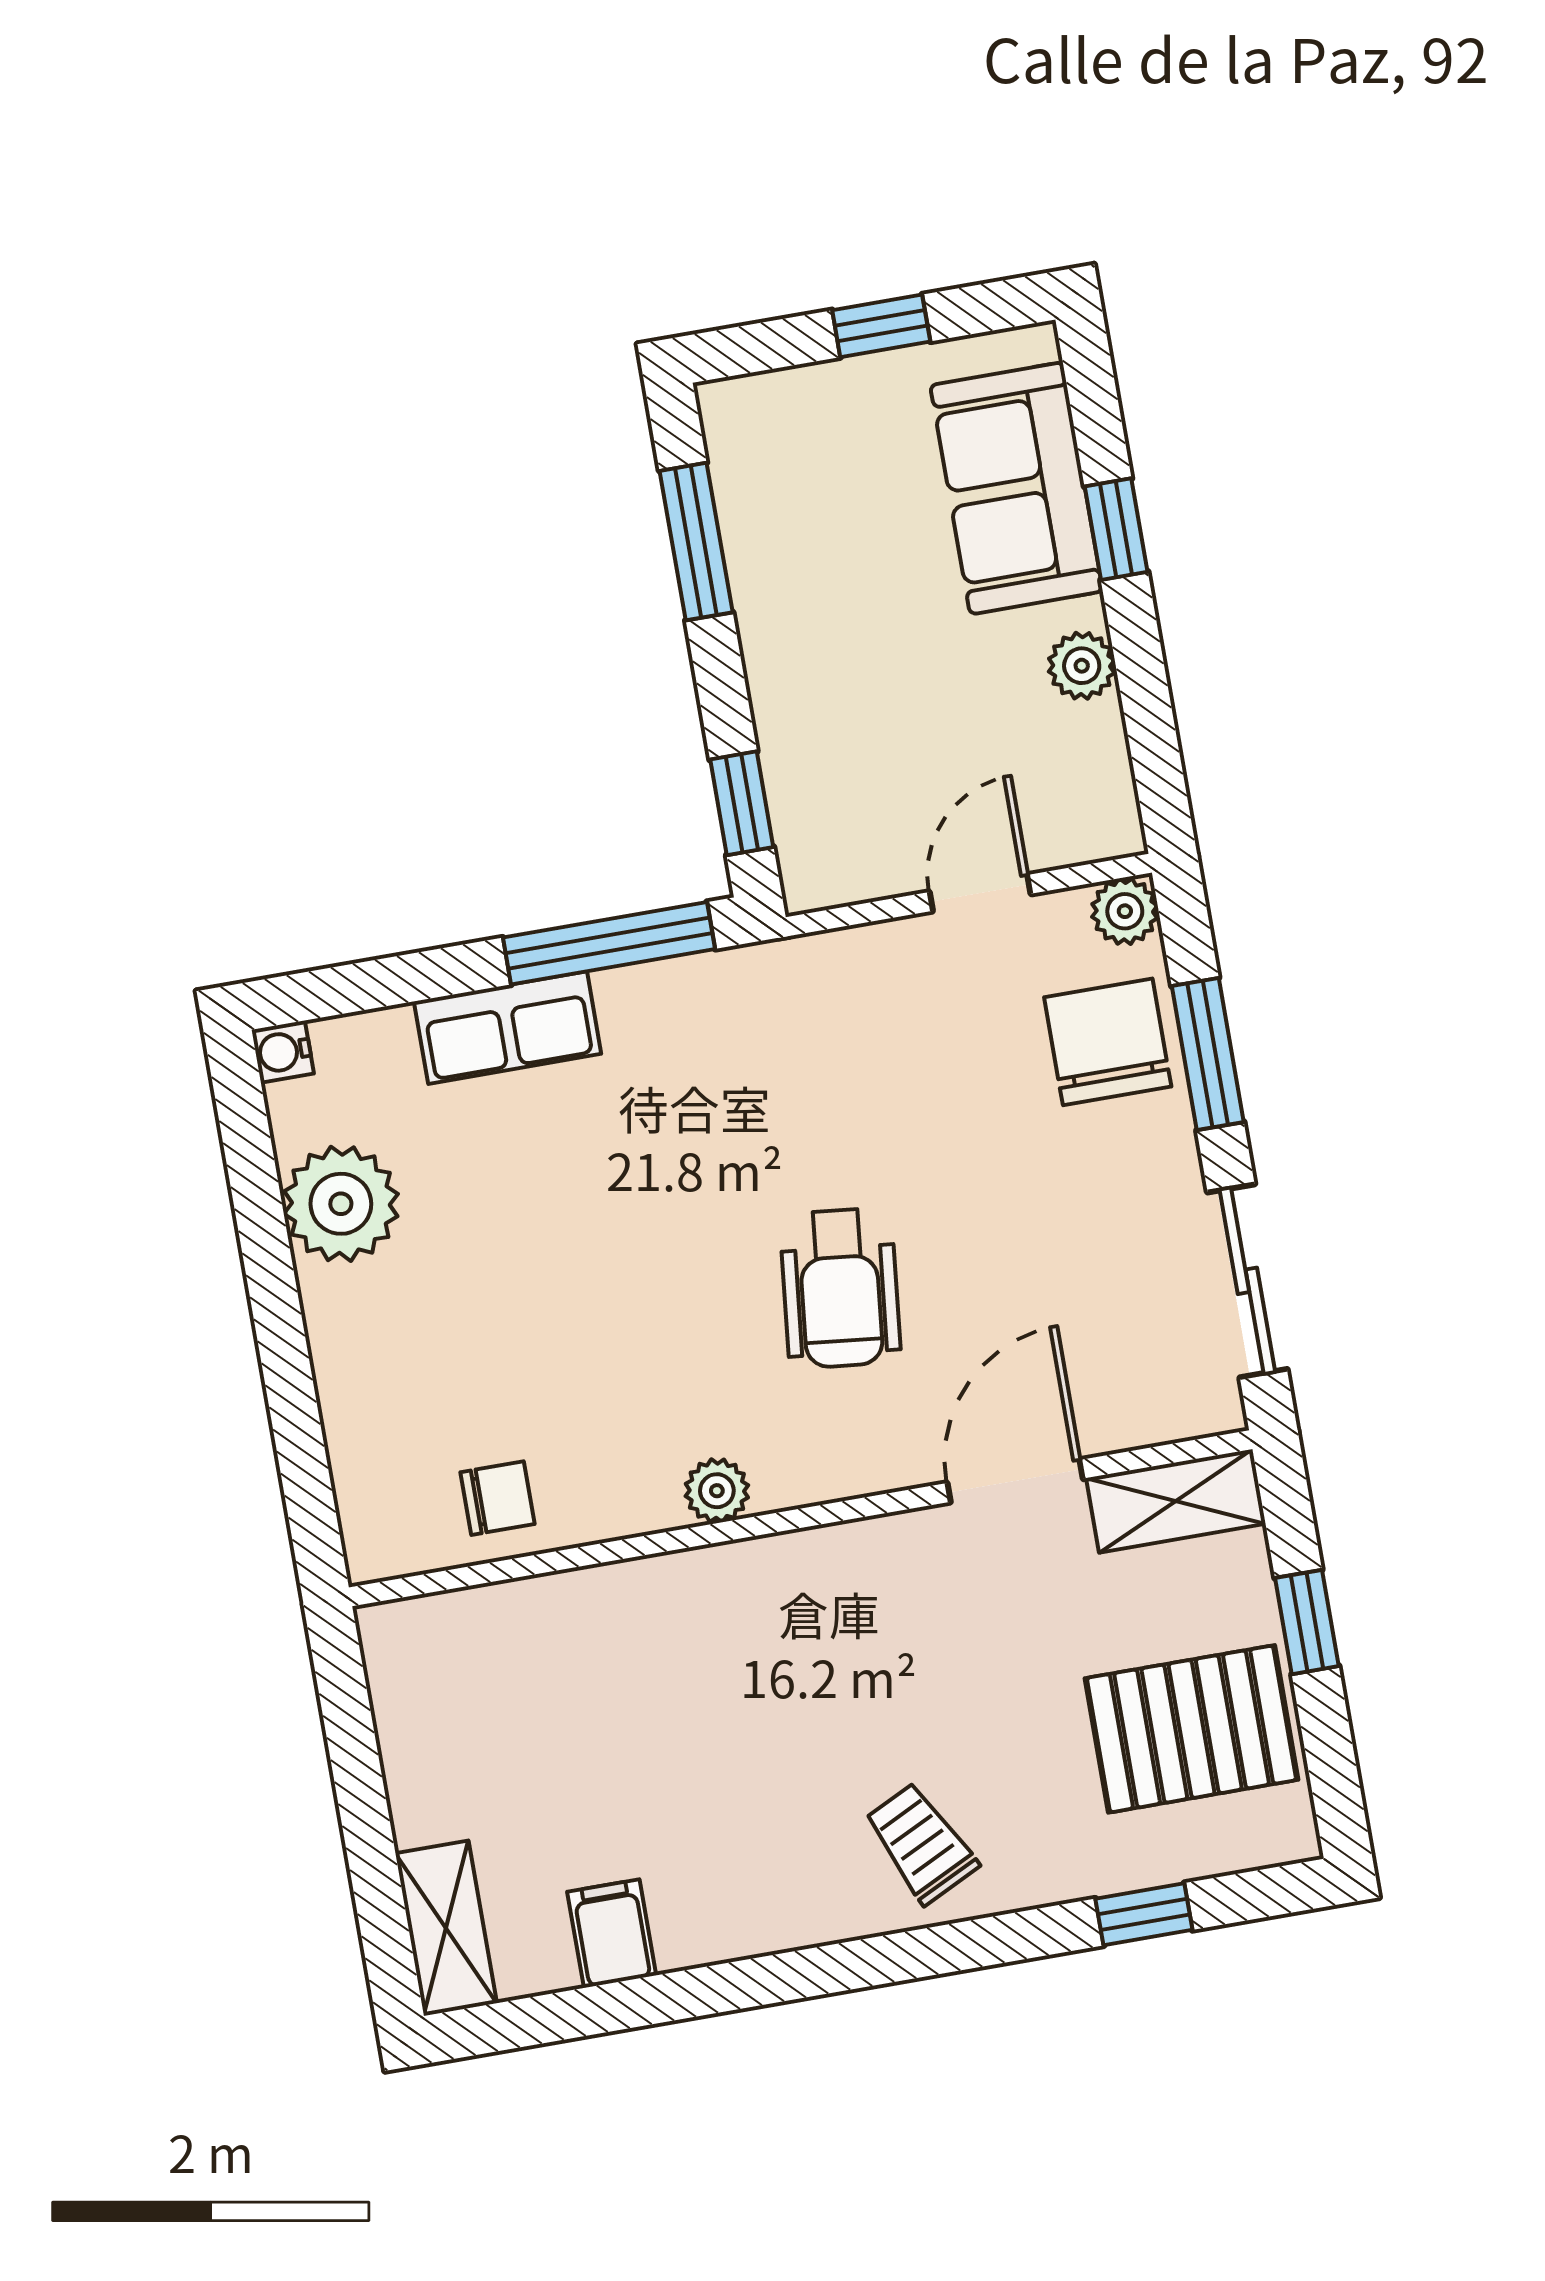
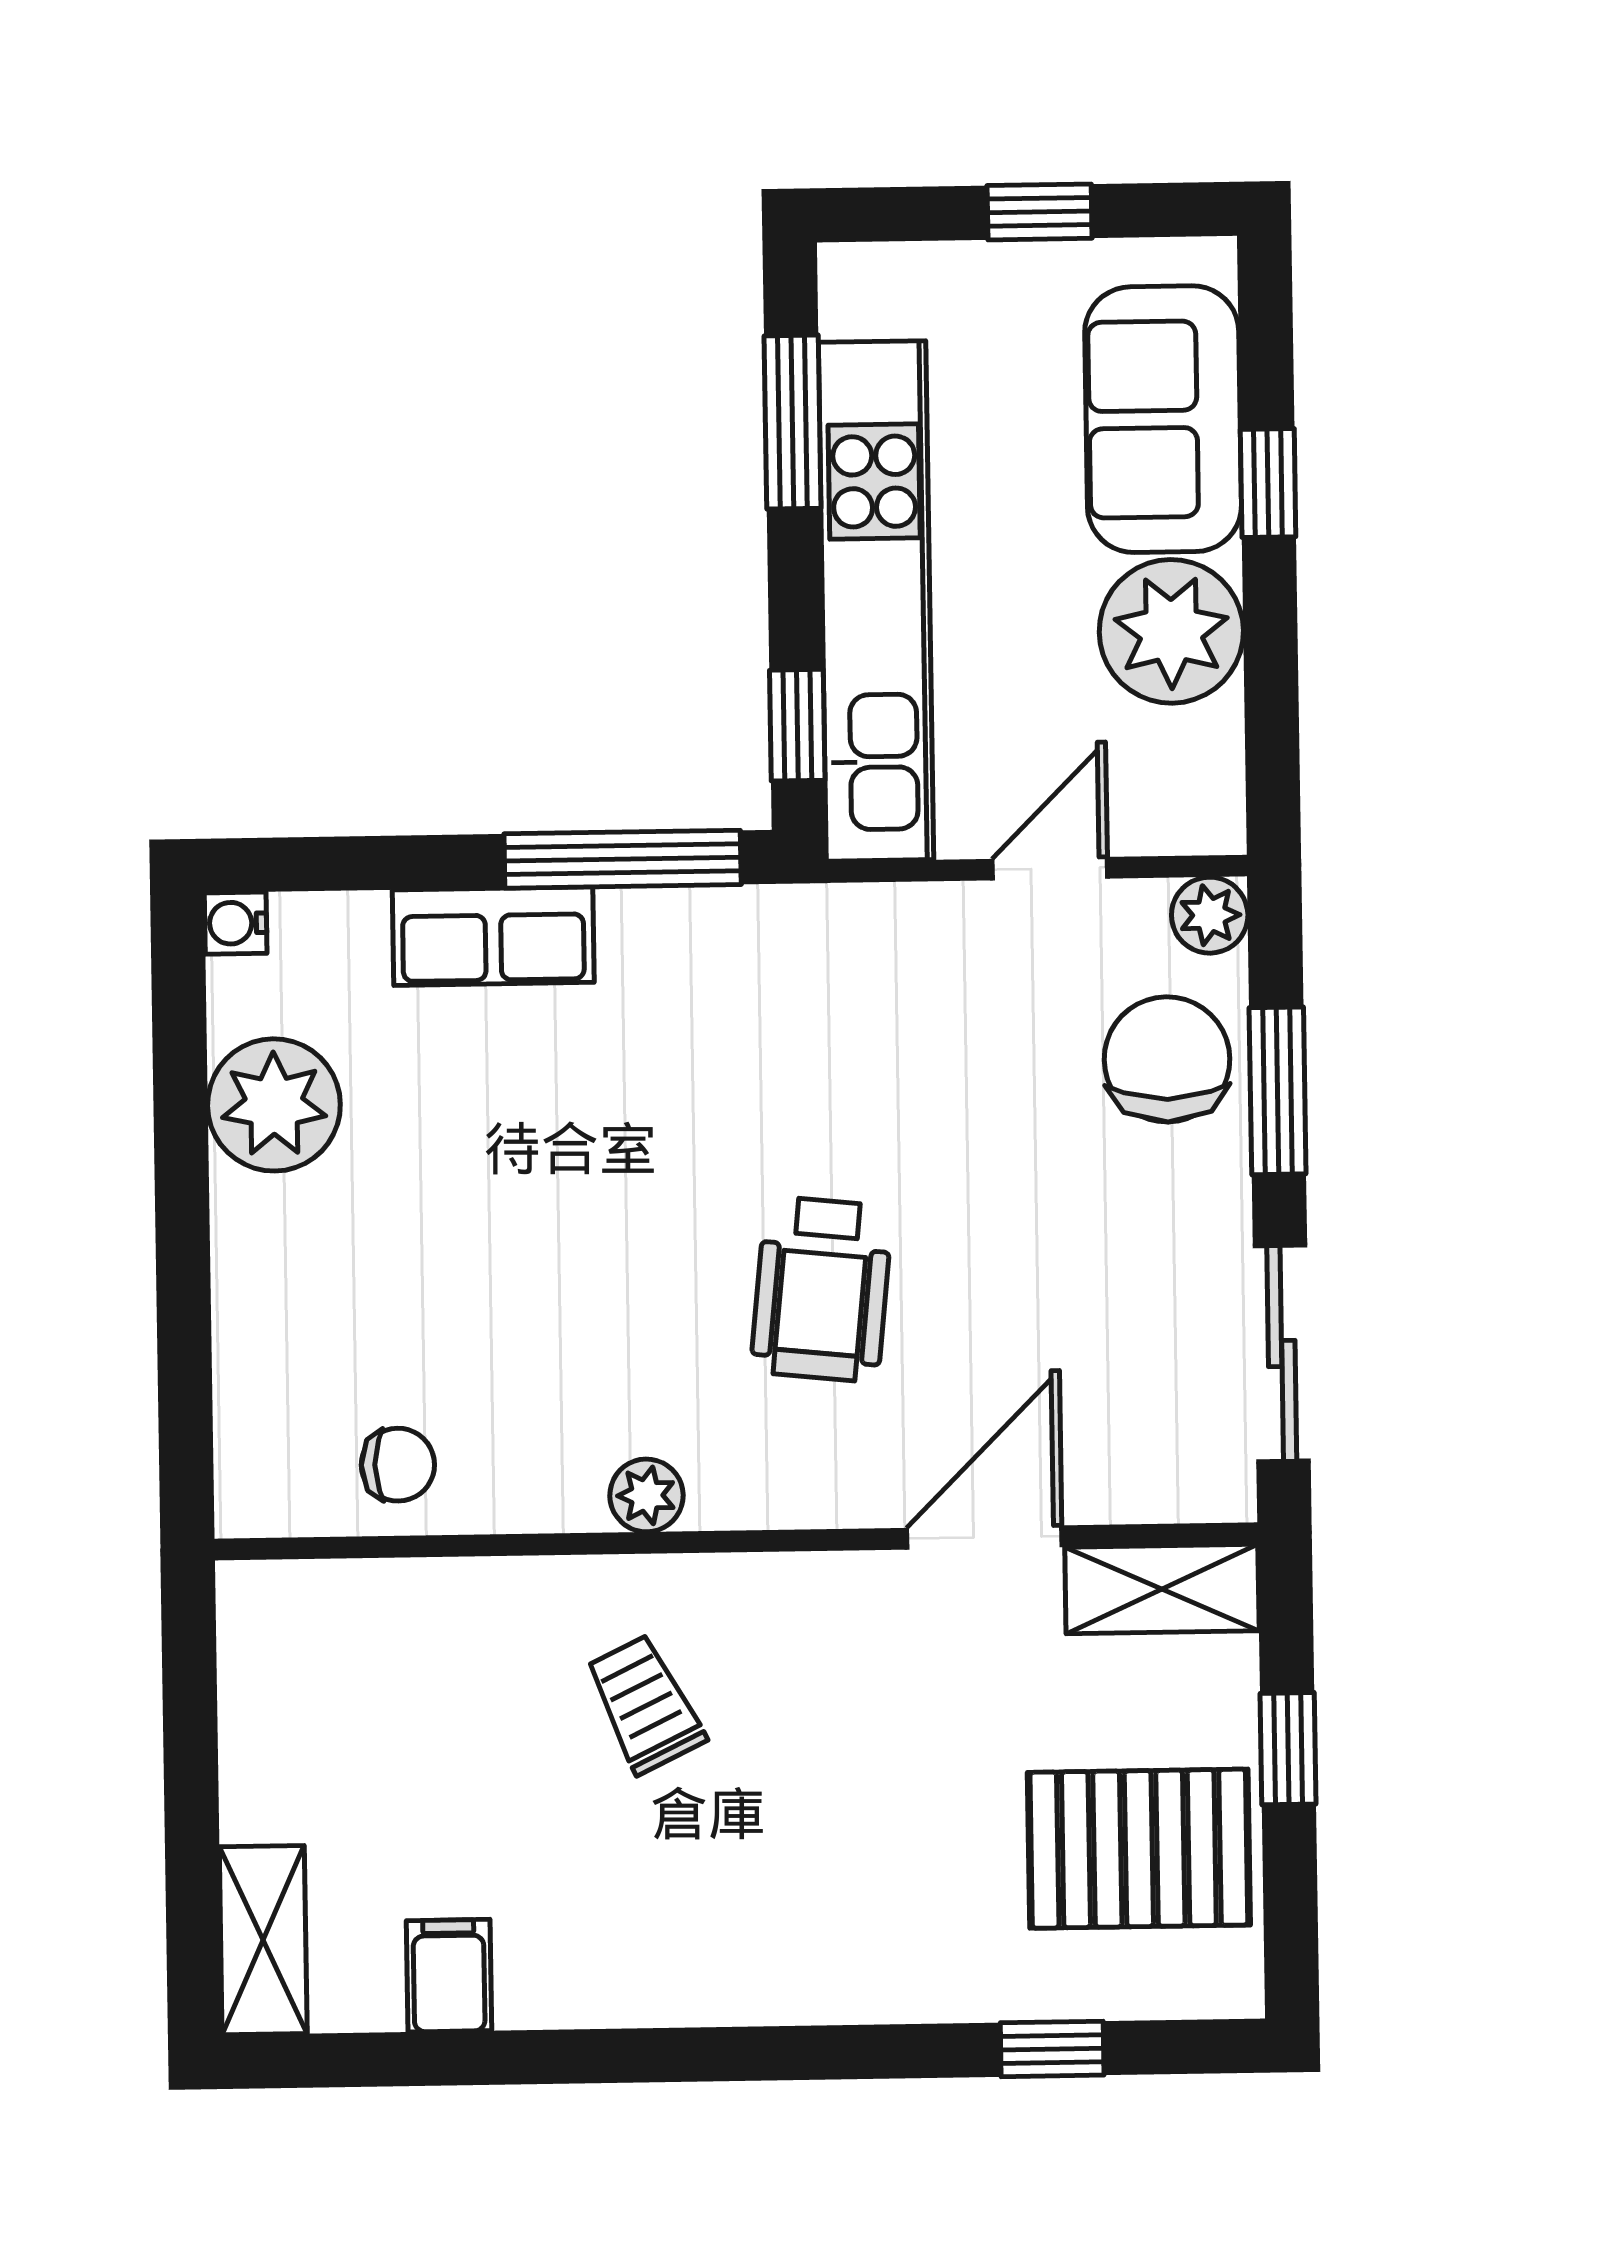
plant: (1082, 666) -> (1171, 631), width x1.87, depth x1.87
kitchen unit: (793, 685) -> (876, 601), added
trolley: (921, 1843) -> (645, 1704), moved

